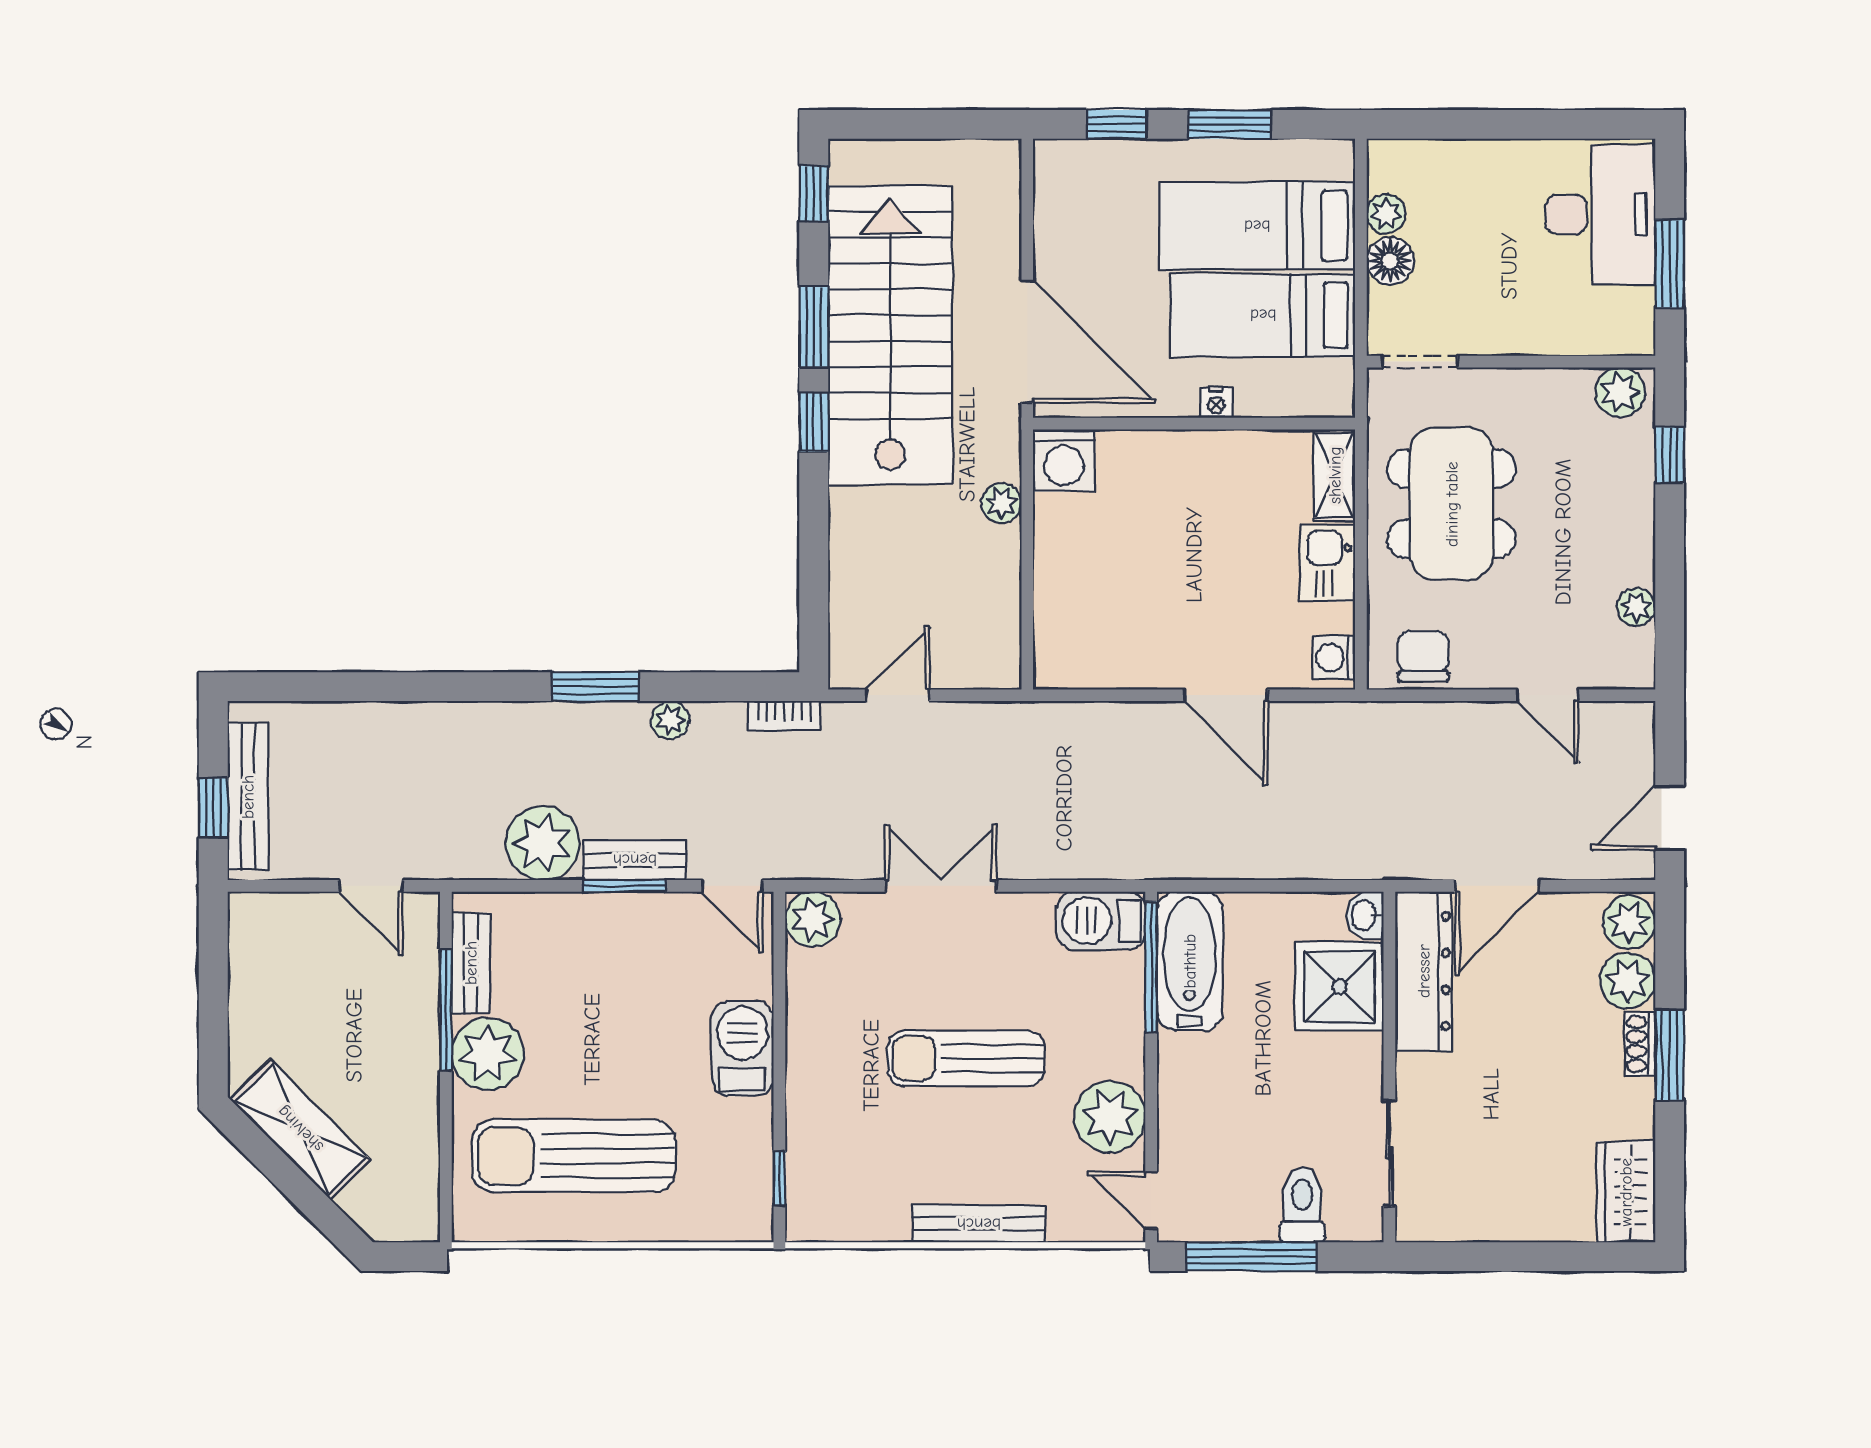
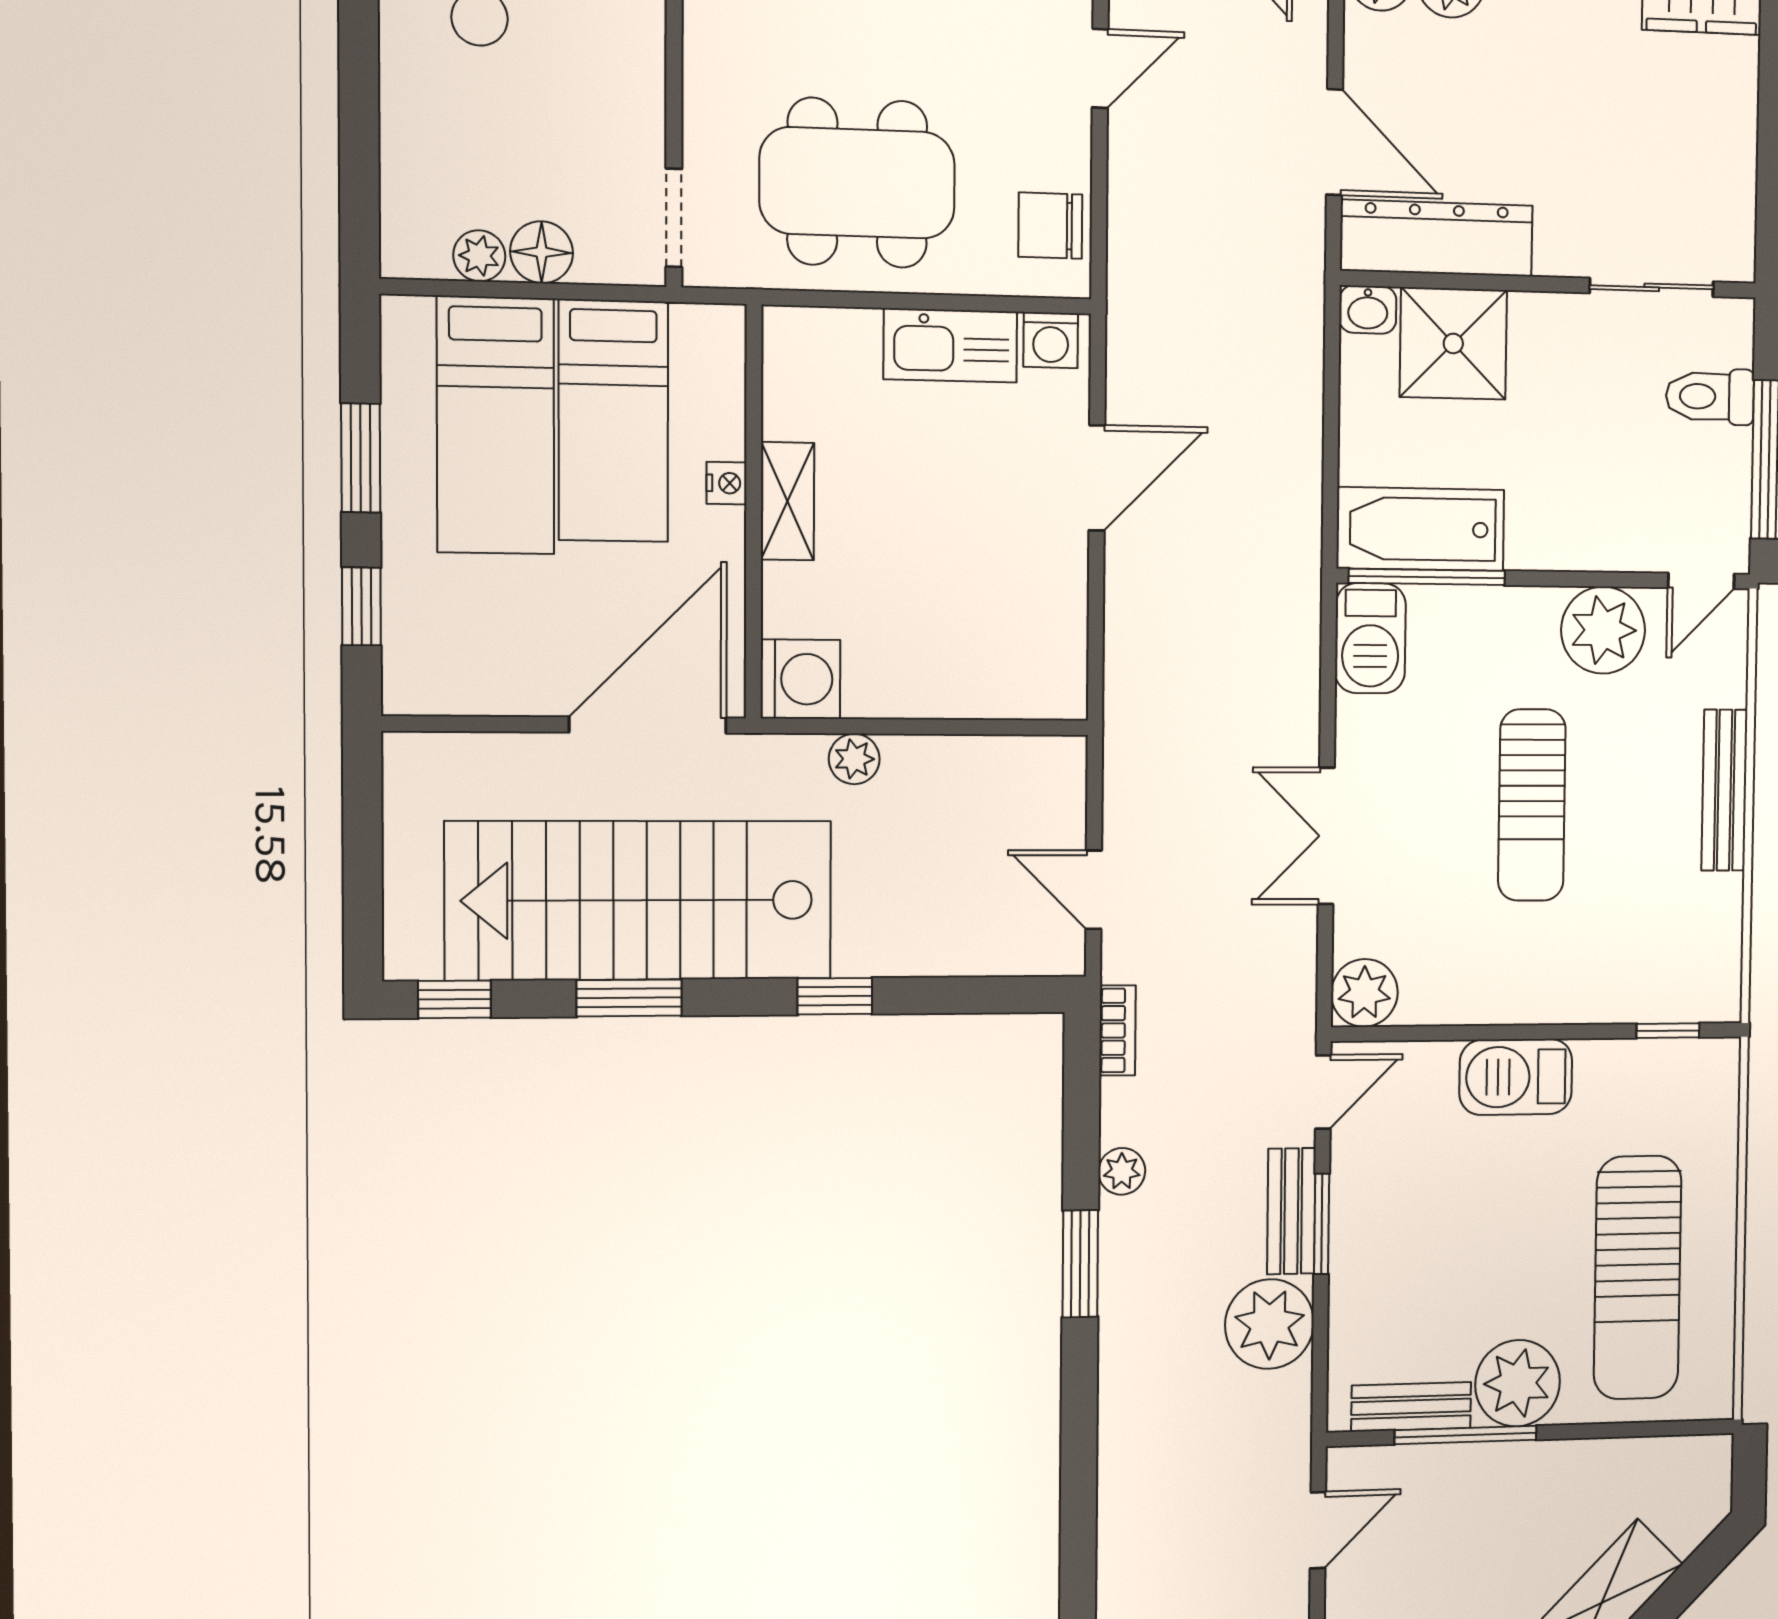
window: (814, 422) -> (835, 996), moved
shelving: (1335, 475) -> (788, 501), moved, turned 90
kitchen sink: (1327, 563) -> (950, 345), width x1.38

